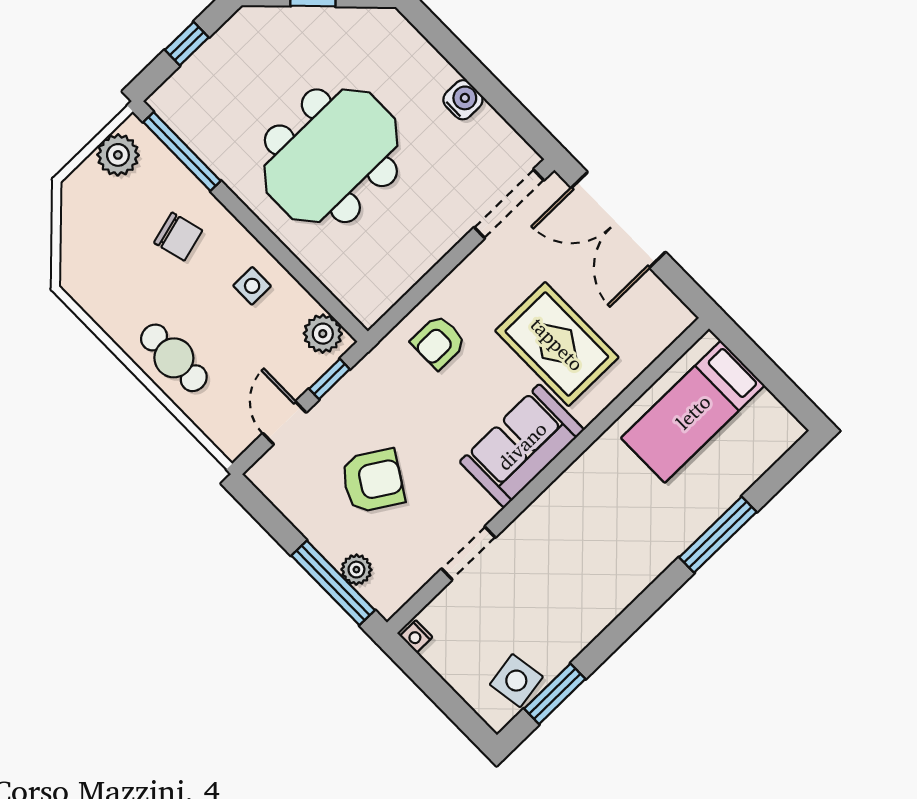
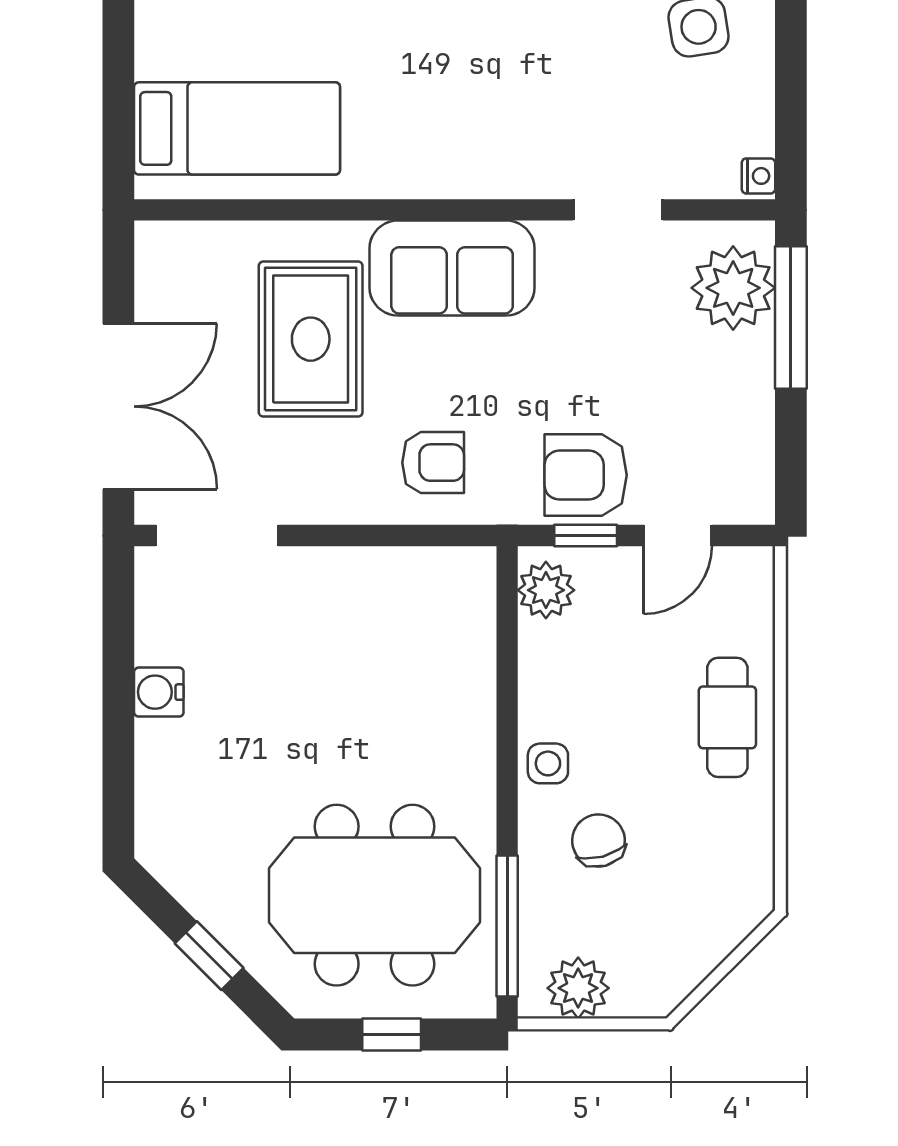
meeting table: (331, 156) -> (375, 895), moved
side table: (252, 286) -> (548, 763), moved
armchair: (373, 481) -> (586, 475), moved, turned -32
plant: (356, 570) -> (733, 288), width x1.88, depth x1.88

